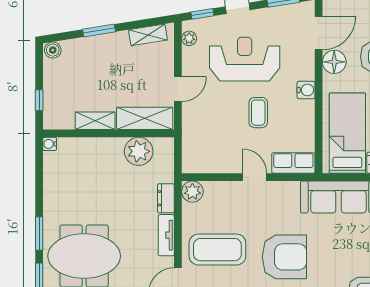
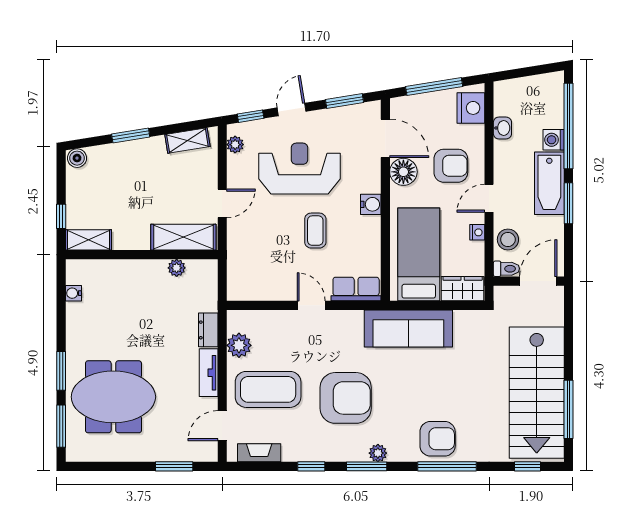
door: (319, 33) -> (385, 138), hinge flipped
shelving: (95, 121) -> (88, 240), moved
water cooler: (50, 144) -> (73, 293), moved
plant: (139, 151) -> (177, 268), width x0.53, depth x0.53
plant: (192, 192) -> (239, 345), moved

